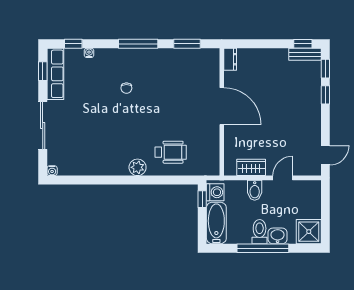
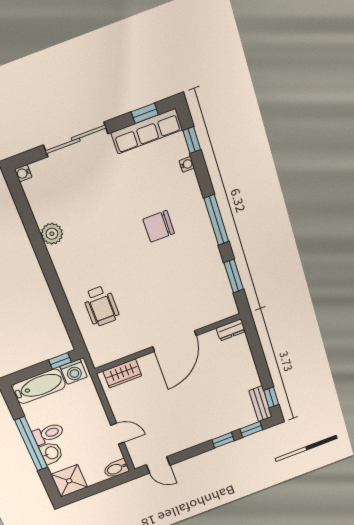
chair: (126, 88) -> (159, 226), width x1.87, depth x1.87
plant: (138, 167) -> (52, 234), moved
wardrobe: (251, 167) -> (122, 373), moved, turned 90
bidet: (255, 190) -> (116, 469), moved

